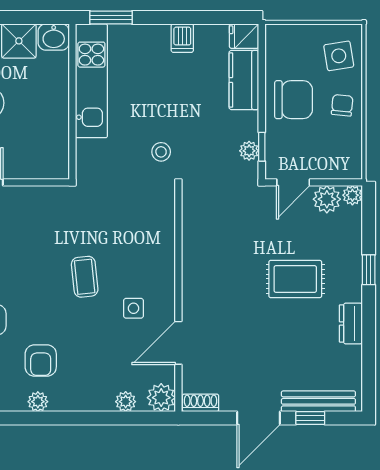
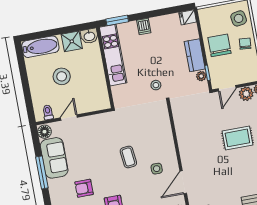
dishwasher: (182, 38) -> (144, 26), moved
kitchen counter: (244, 80) -> (195, 55), moved
chair: (294, 100) -> (219, 45), turned -90

